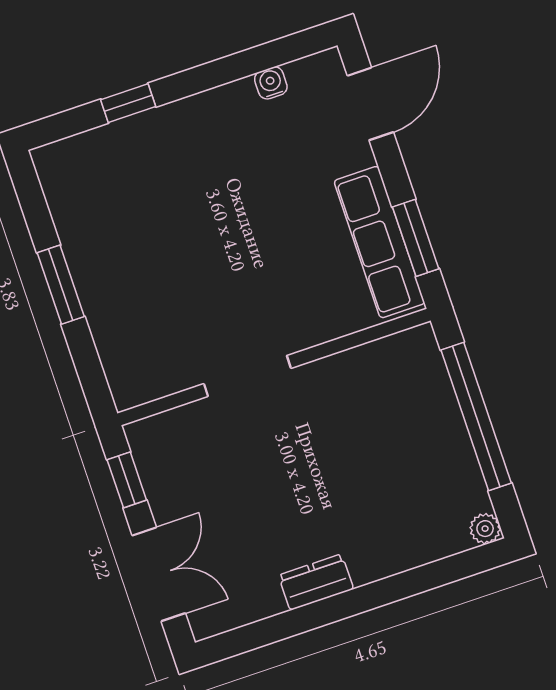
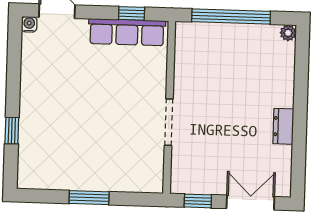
water cooler: (271, 83) -> (29, 24), moved, turned 90
window: (416, 238) -> (132, 13), width x0.67

